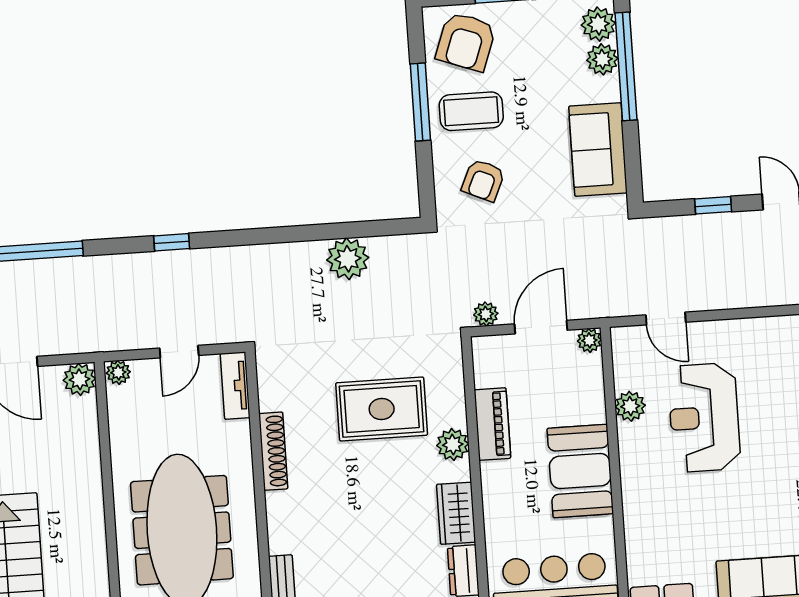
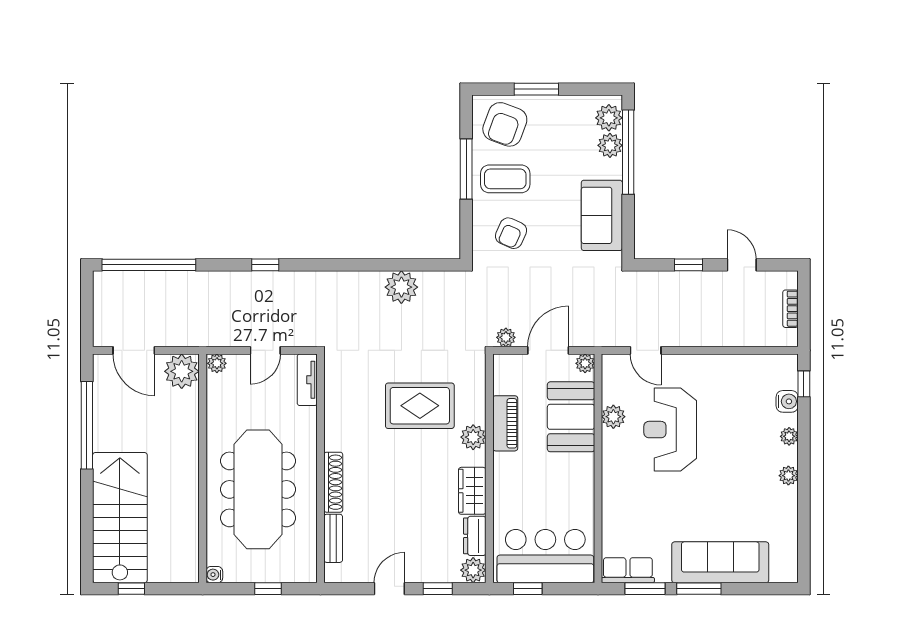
plant: (79, 379) -> (182, 371), width x1.36, depth x1.36
shoe rack: (273, 451) -> (333, 482), moved
booth: (580, 471) -> (571, 417), moved

